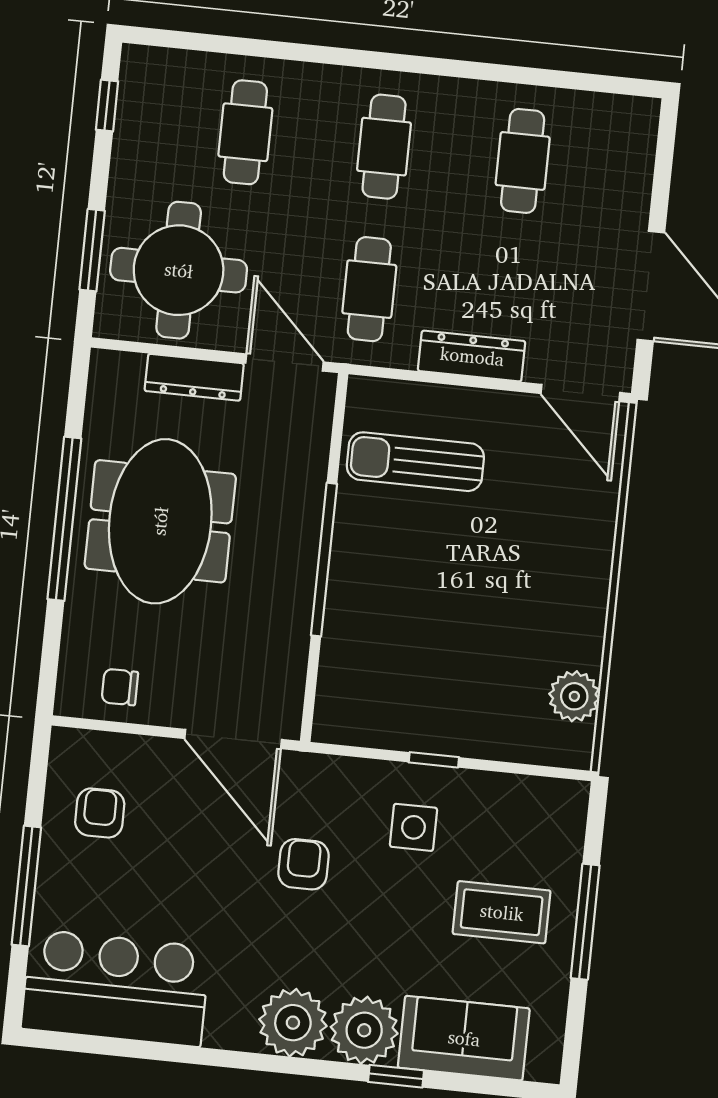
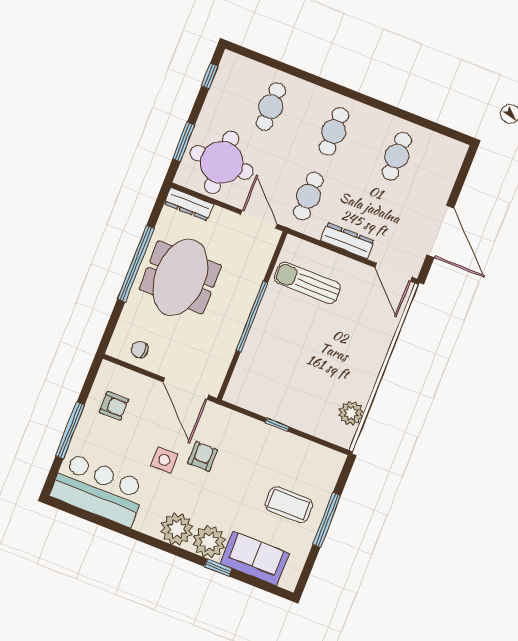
dresser: (194, 377) -> (189, 204), moved
armchair: (100, 813) -> (114, 406), turned 90
side table: (414, 827) -> (164, 460), moved

